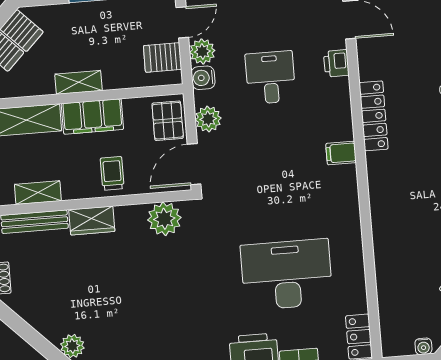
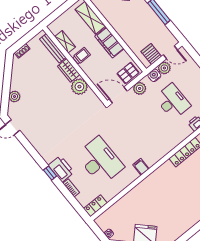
desk: (270, 77) -> (173, 102), width x1.37
shelving: (79, 82) -> (119, 28), removed
filing cabinet: (341, 153) -> (141, 167), moved
trolley: (112, 173) -> (82, 56), moved
plant: (164, 219) -> (79, 87), moved

